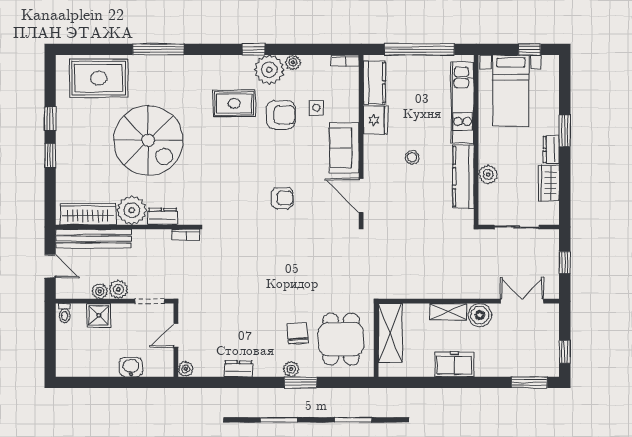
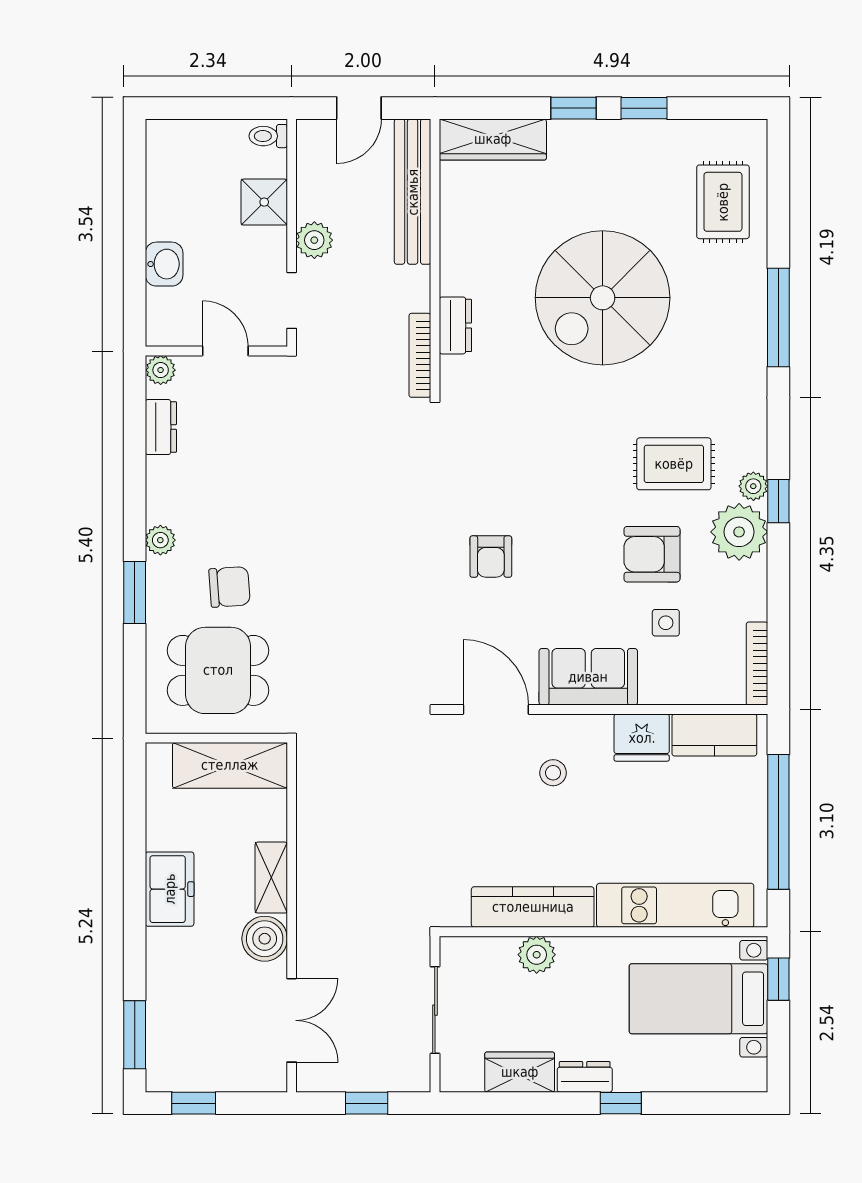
window: (530, 49) -> (778, 979), moved
bookcase: (345, 60) -> (757, 664), width x1.56
plant: (293, 62) -> (753, 486), moved
rug: (99, 78) -> (723, 202), width x0.73, depth x0.70
rug: (234, 103) -> (674, 464), turned 90
armchair: (281, 115) -> (652, 554), turned 90
window: (565, 131) -> (621, 1103), width x0.67
stool: (412, 157) -> (553, 773), moved
door: (361, 196) -> (496, 710), hinge flipped
plant: (132, 210) -> (467, 266), removed
wardrobe: (88, 214) -> (493, 139), moved, turned 90
bookcase: (186, 235) -> (420, 355), width x1.56
plant: (100, 291) -> (311, 204), removed
dresser: (238, 369) -> (161, 427), moved
plant: (291, 369) -> (160, 540), moved

